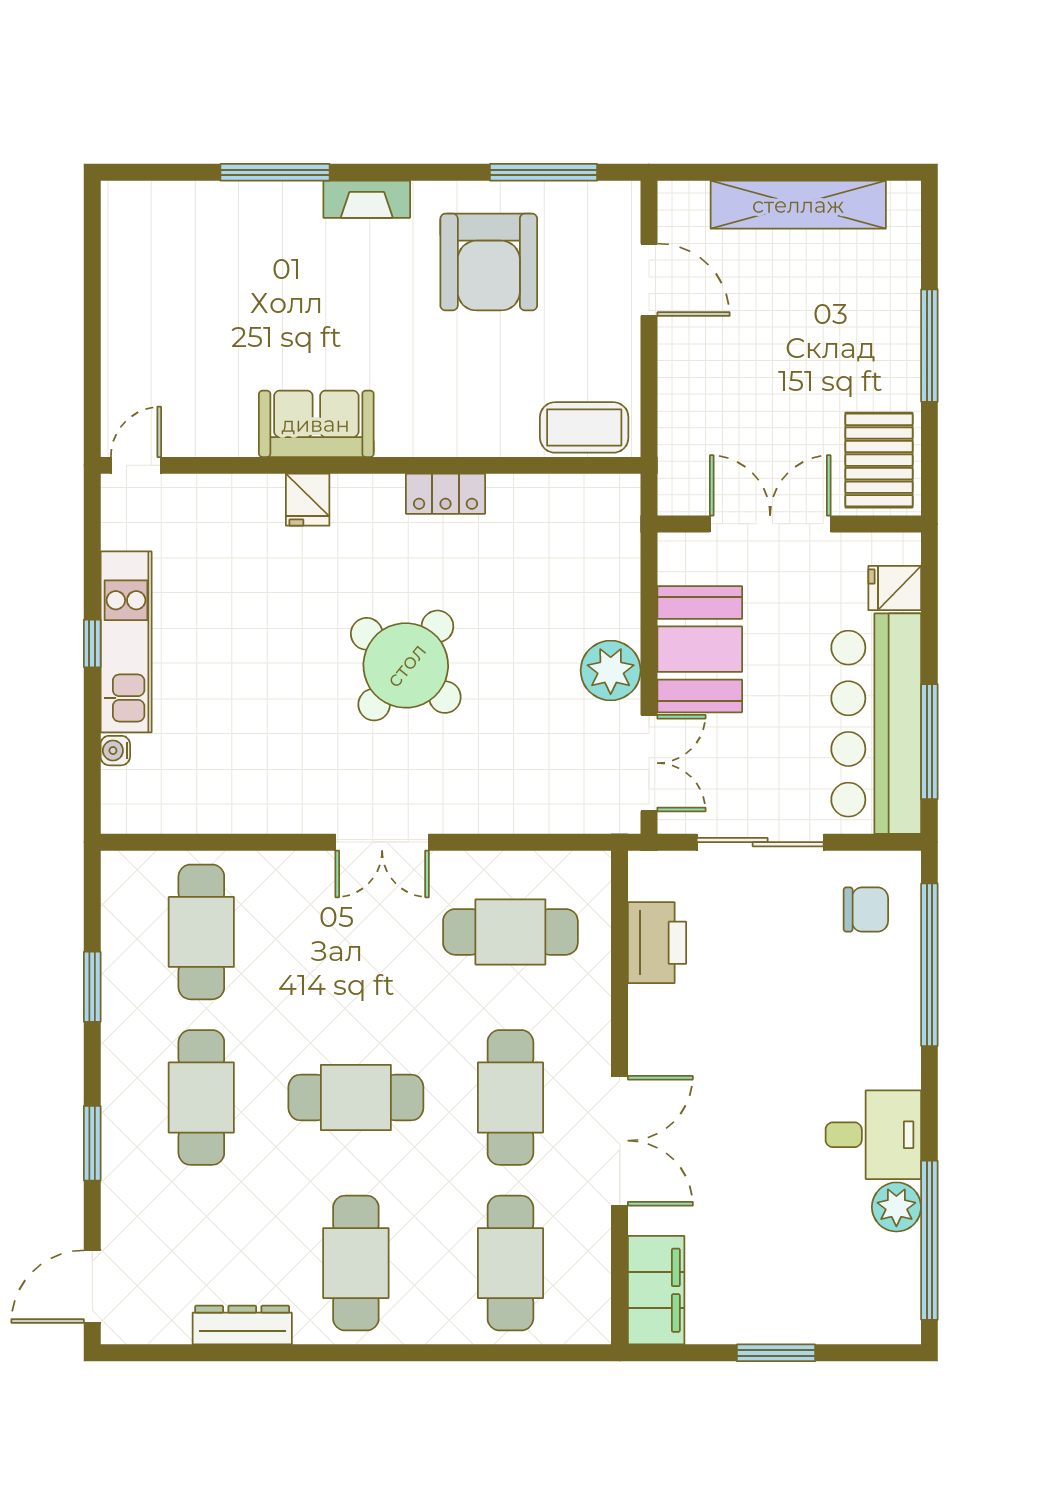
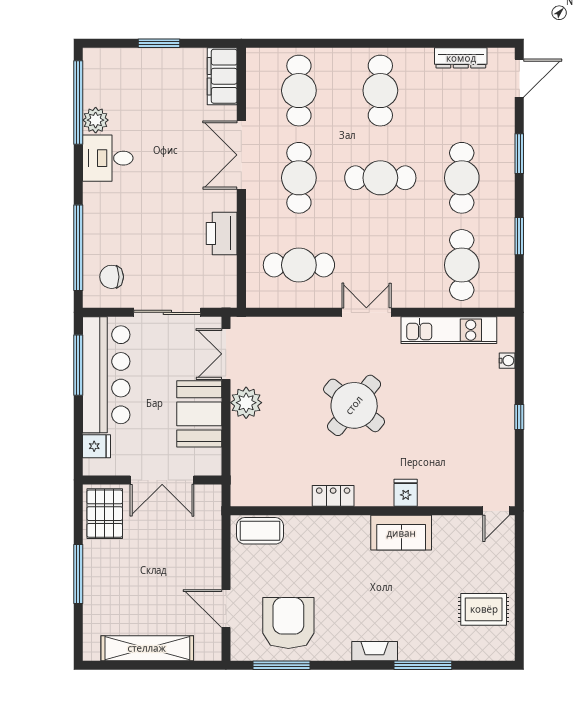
armchair: (489, 262) -> (288, 623), moved
rug: (160, 278) -> (484, 609), added
kitchen unit: (126, 642) -> (449, 330), moved, turned -90
printer: (657, 943) -> (222, 233), moved
dresser: (242, 1325) -> (461, 58), moved

